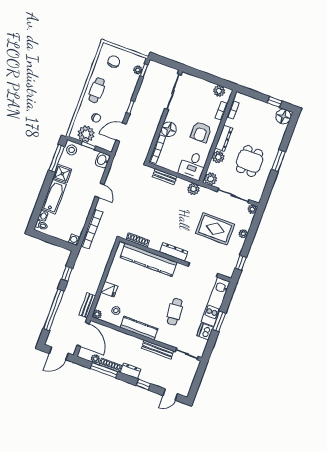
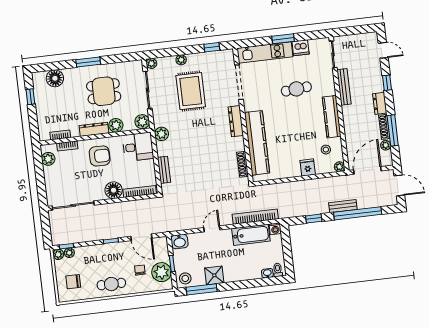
plant: (141, 61) -> (58, 254), added
floor lamp: (283, 117) -> (55, 78), moved
bathtub: (54, 197) -> (251, 235), moved, turned 180
bench: (87, 305) -> (343, 206), moved

